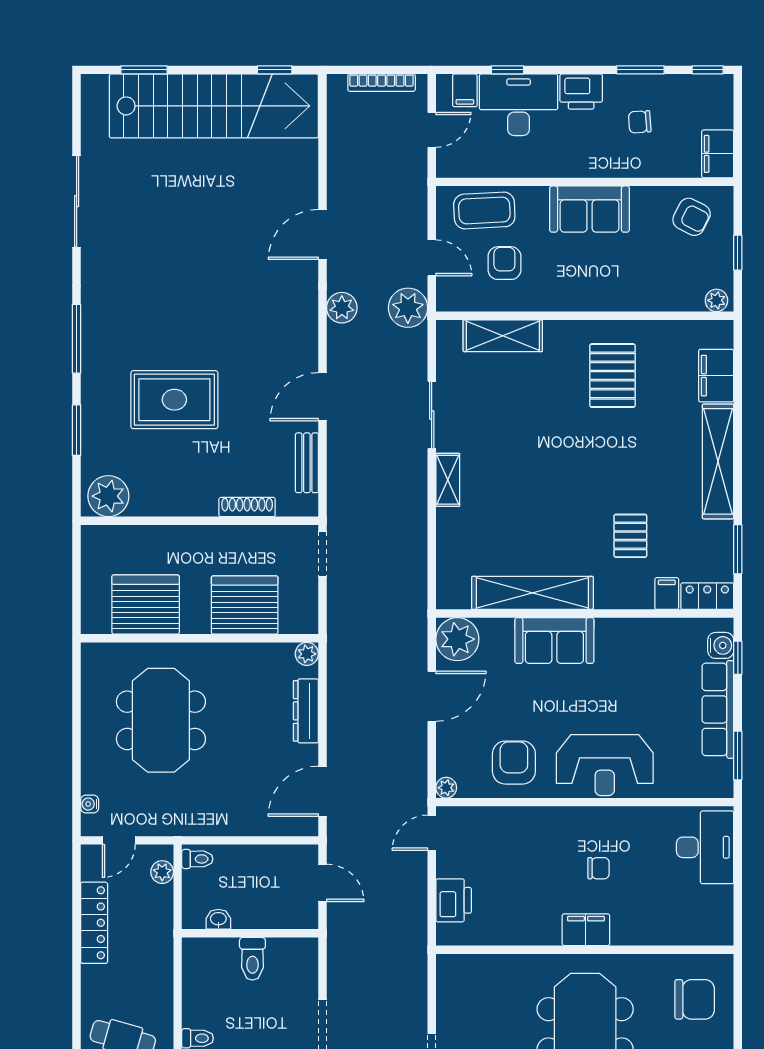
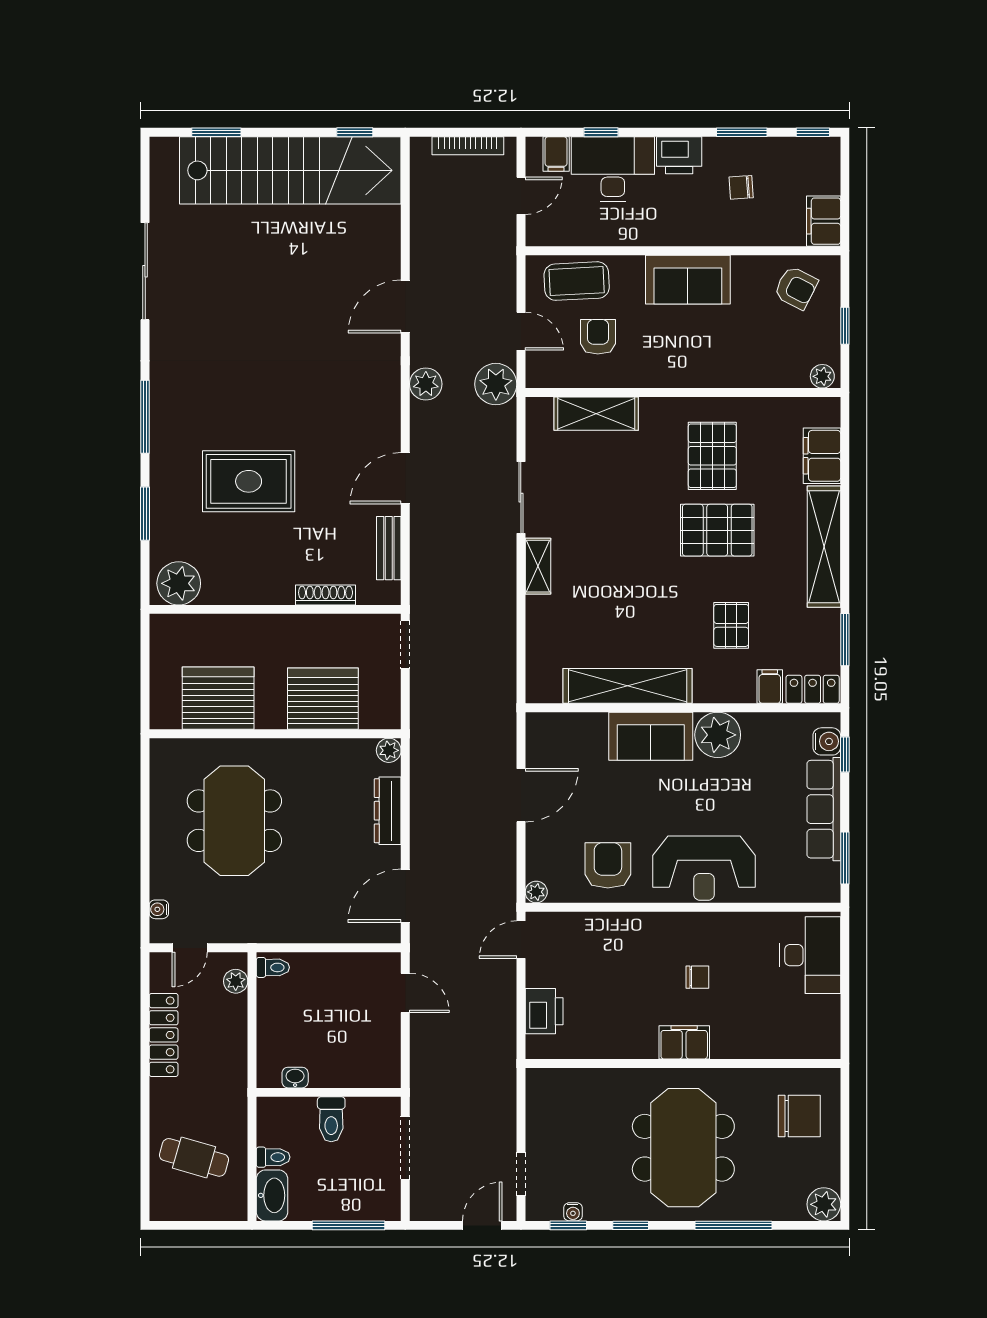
pallet: (617, 446) -> (717, 530), added
plant: (457, 639) -> (718, 735), moved
washbasin: (218, 919) -> (295, 1078), moved
wall: (250, 933) -> (329, 1092), moved
toilet: (252, 959) -> (331, 1119), moved

